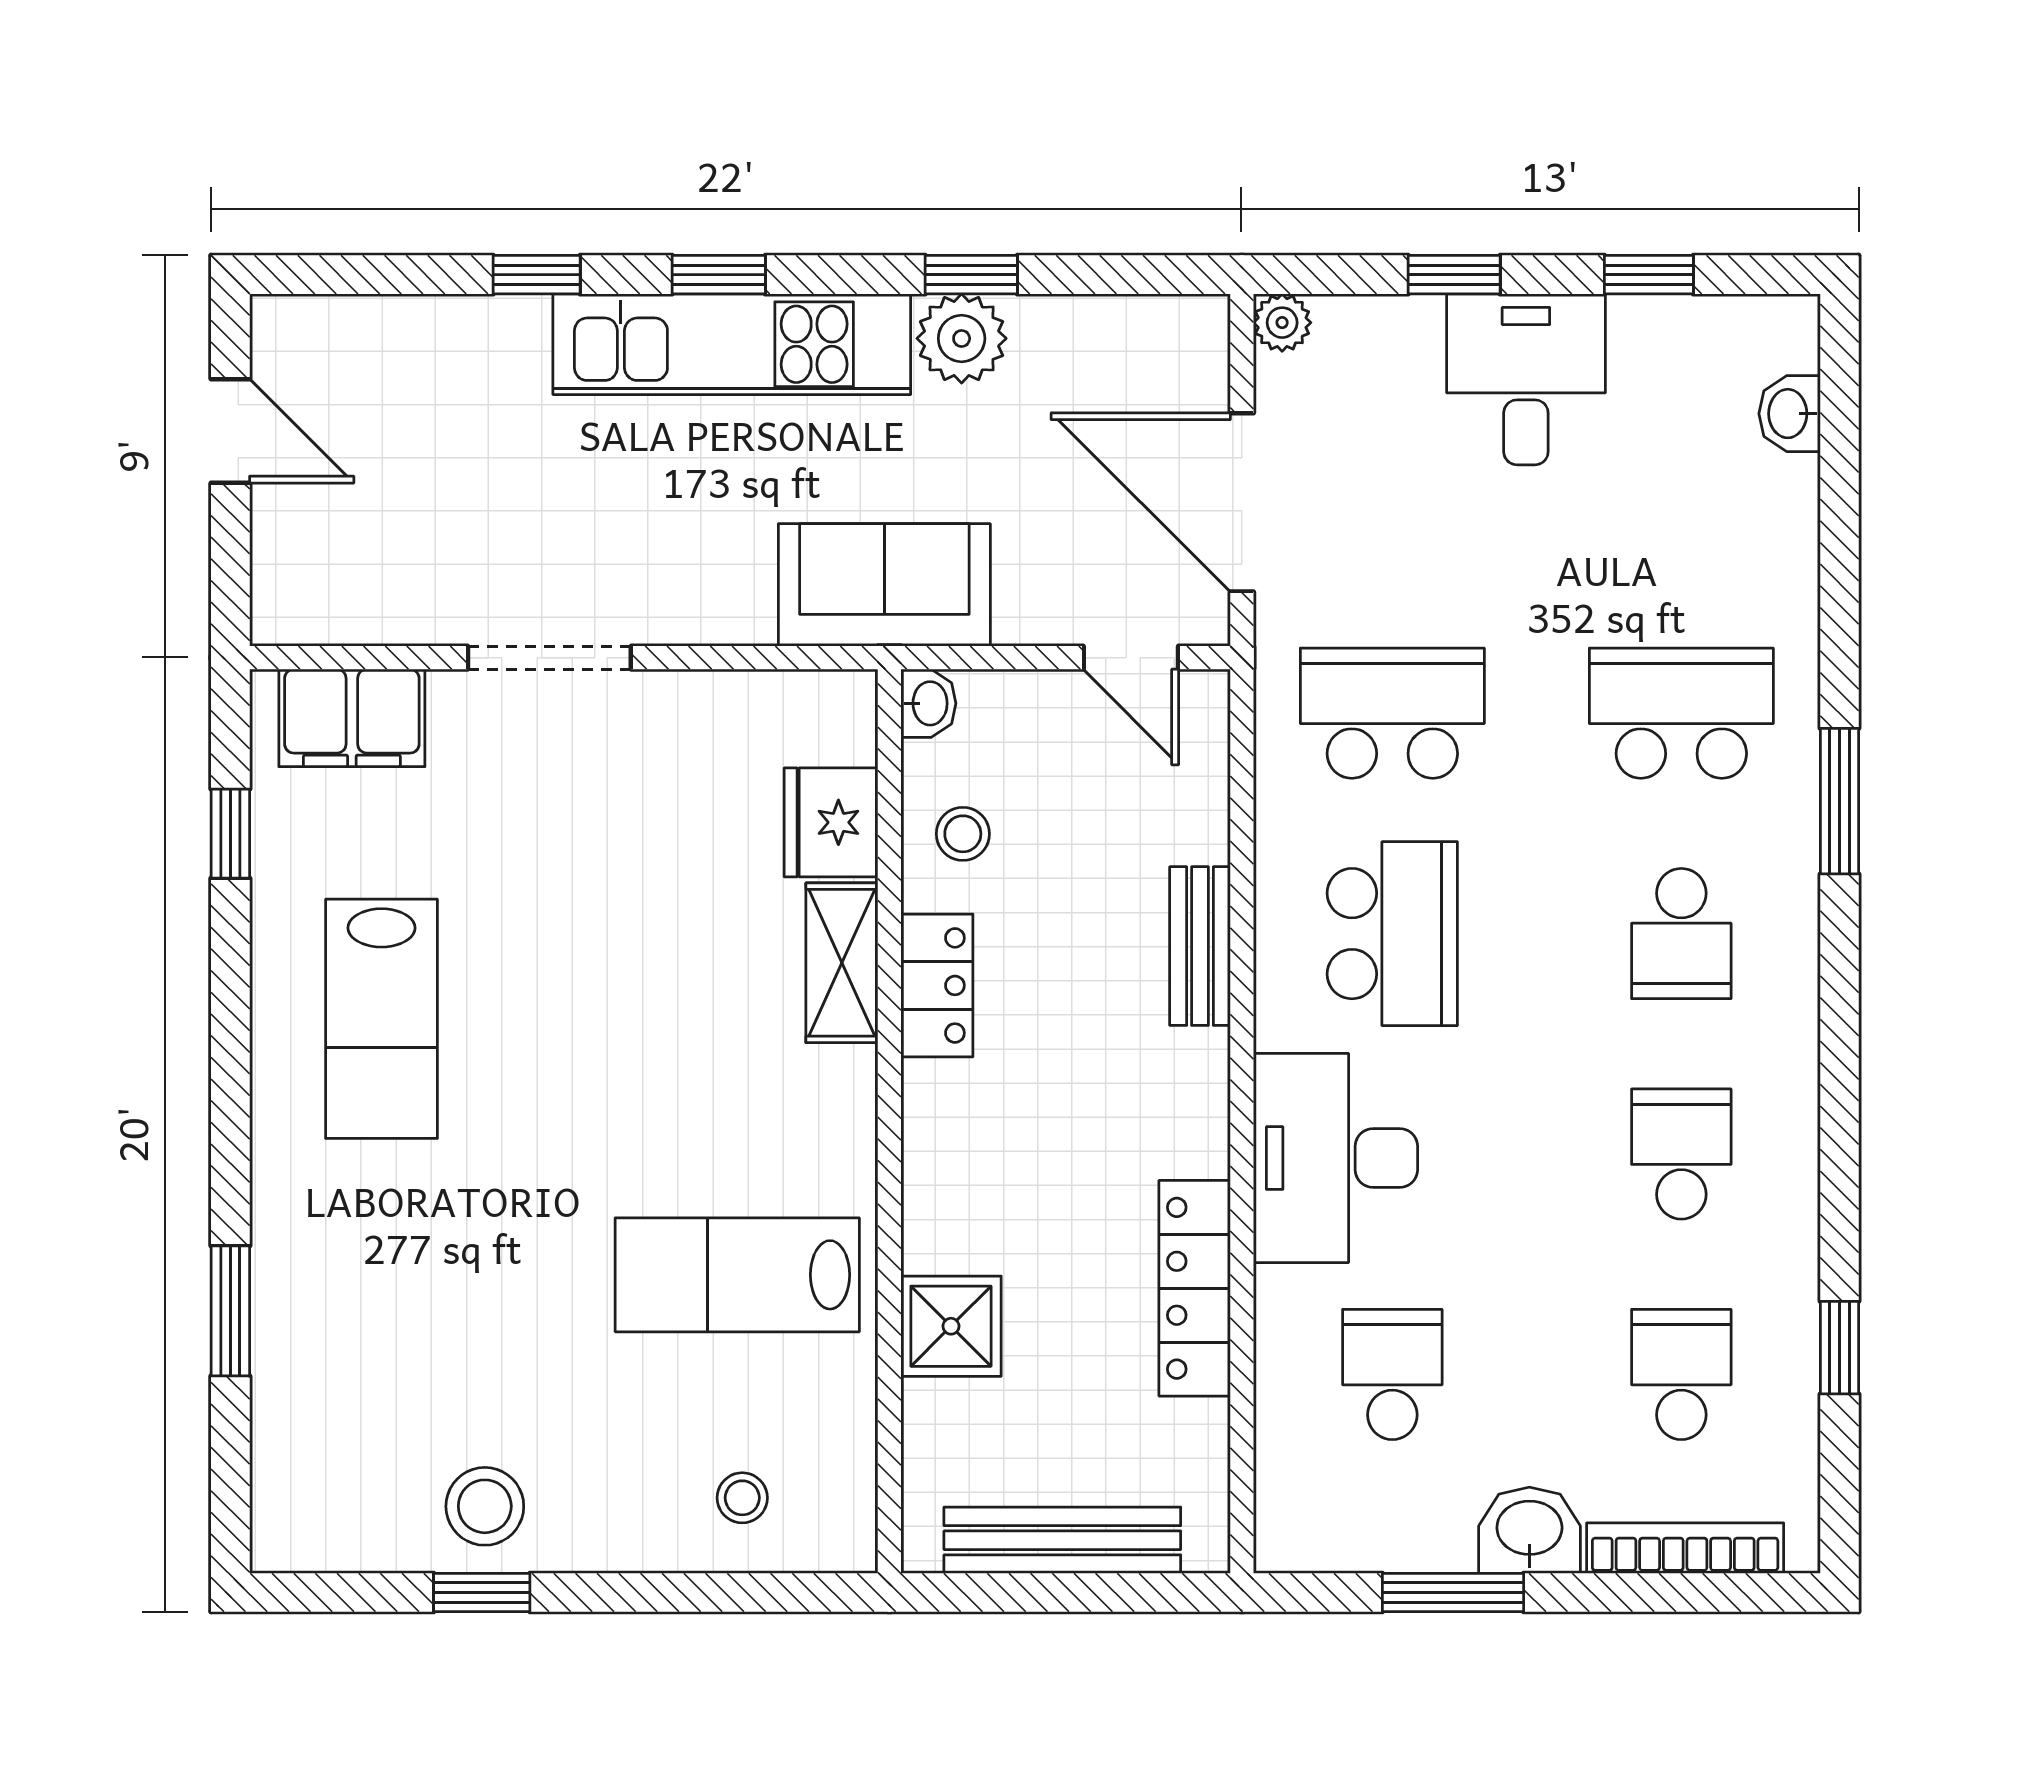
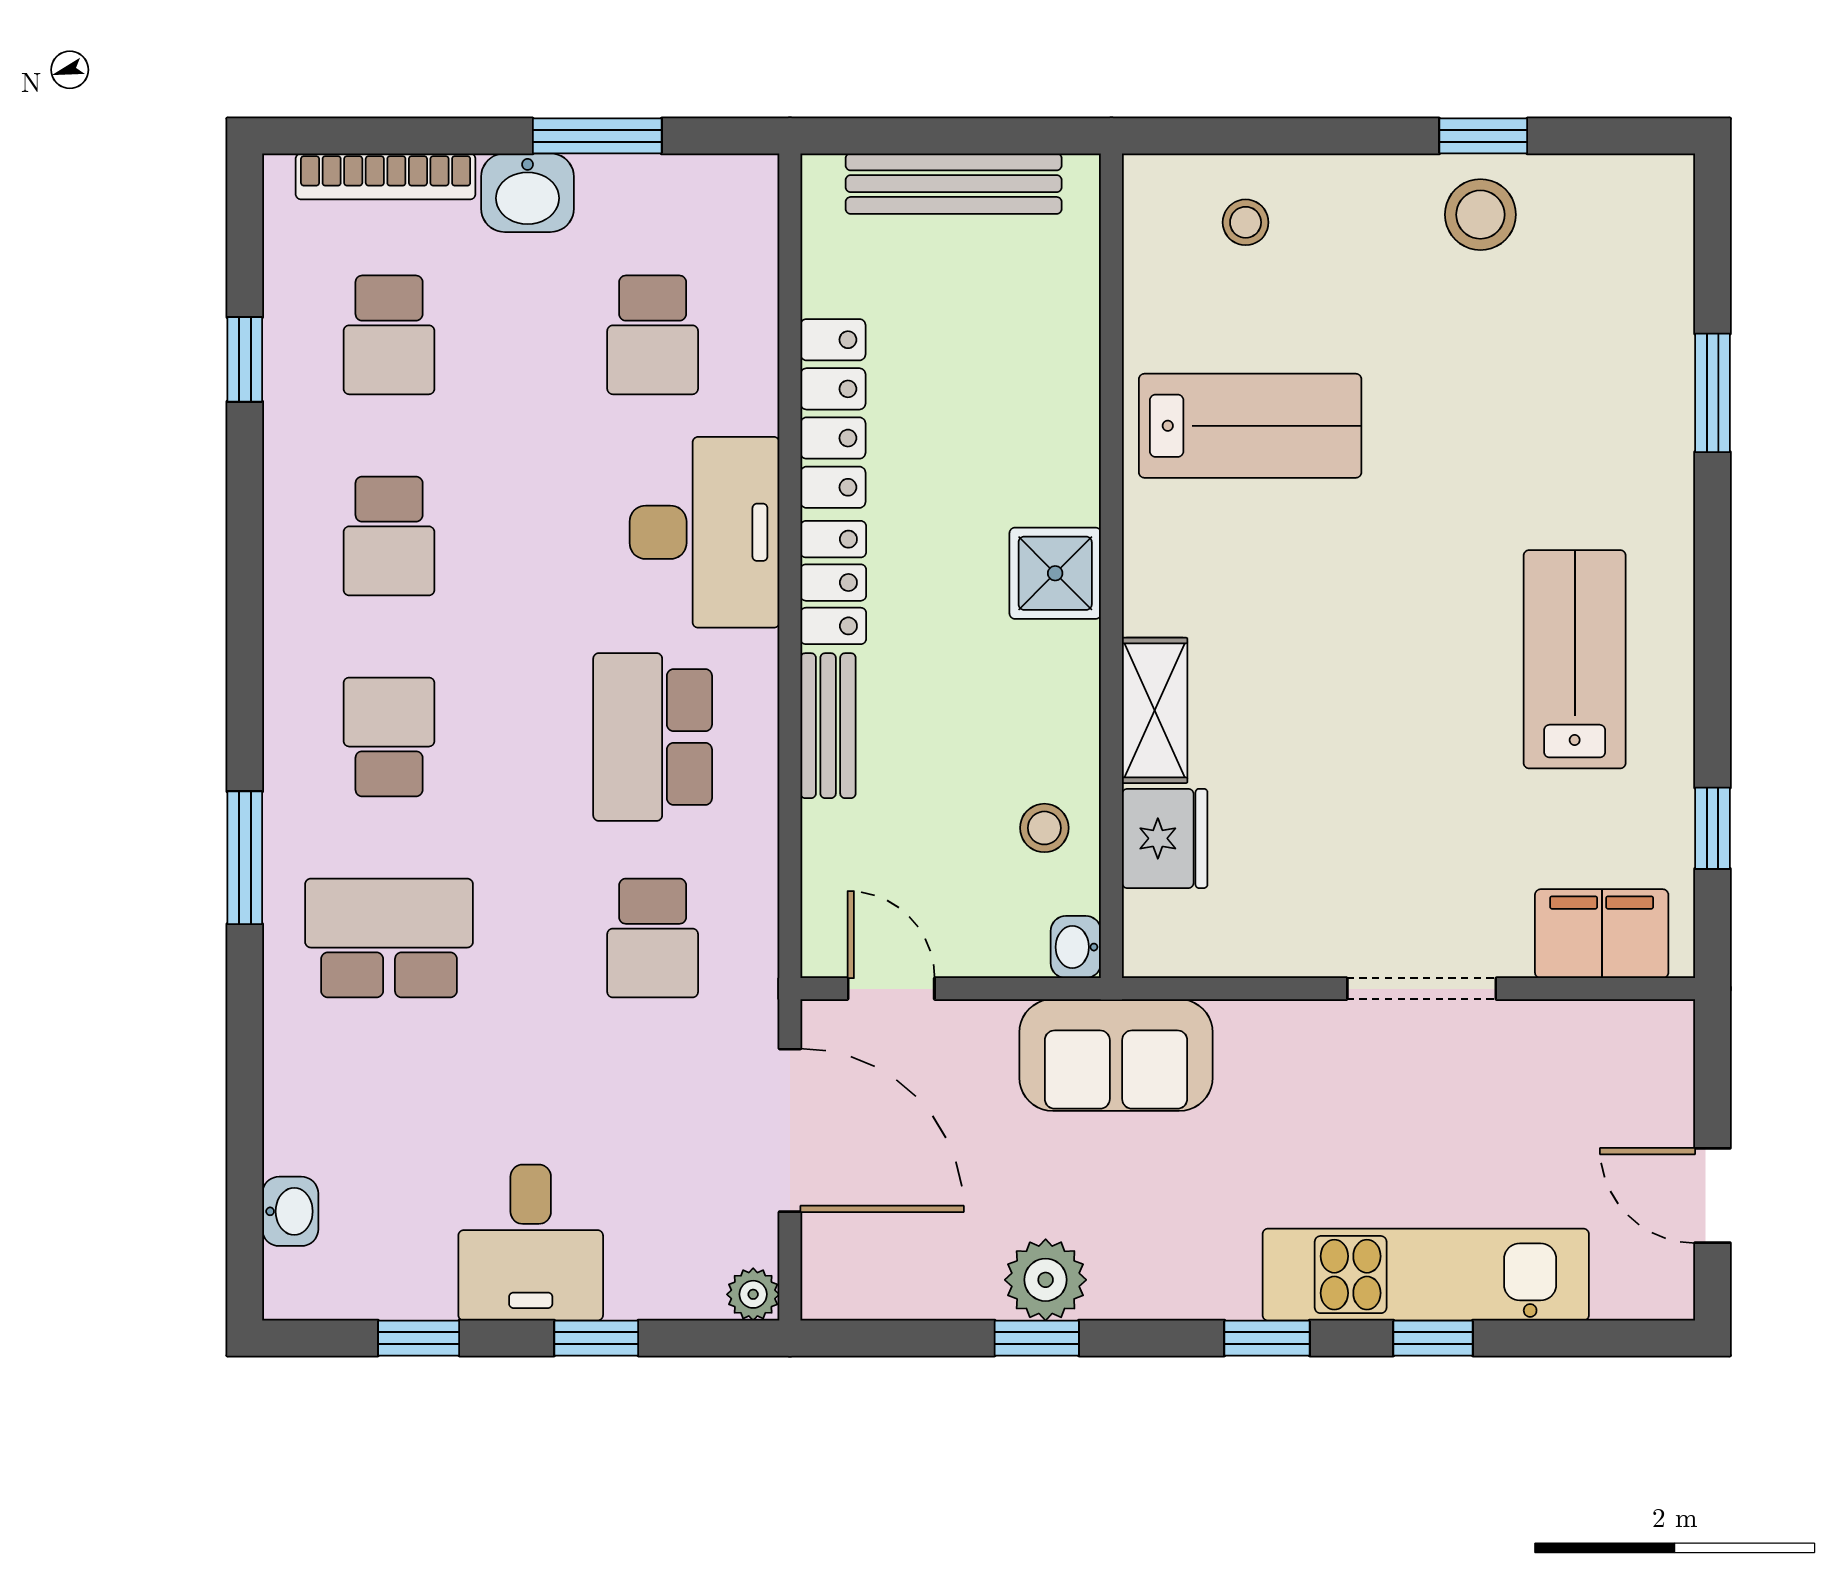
kitchen unit: (732, 344) -> (1426, 1275), moved
school desk: (1392, 713) -> (653, 938), width x0.54
school desk: (1681, 713) -> (389, 938), turned 180
locker: (937, 985) -> (833, 583), moved, turned 180
shower: (951, 1326) -> (1055, 573), moved

